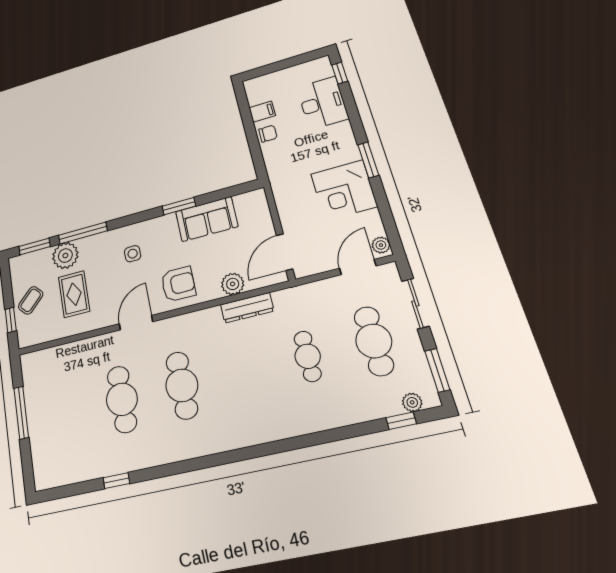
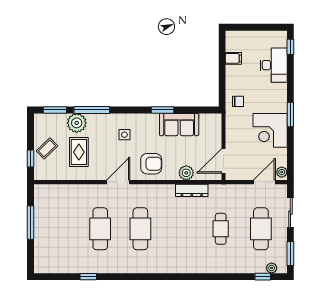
chair: (268, 134) -> (238, 101), moved

